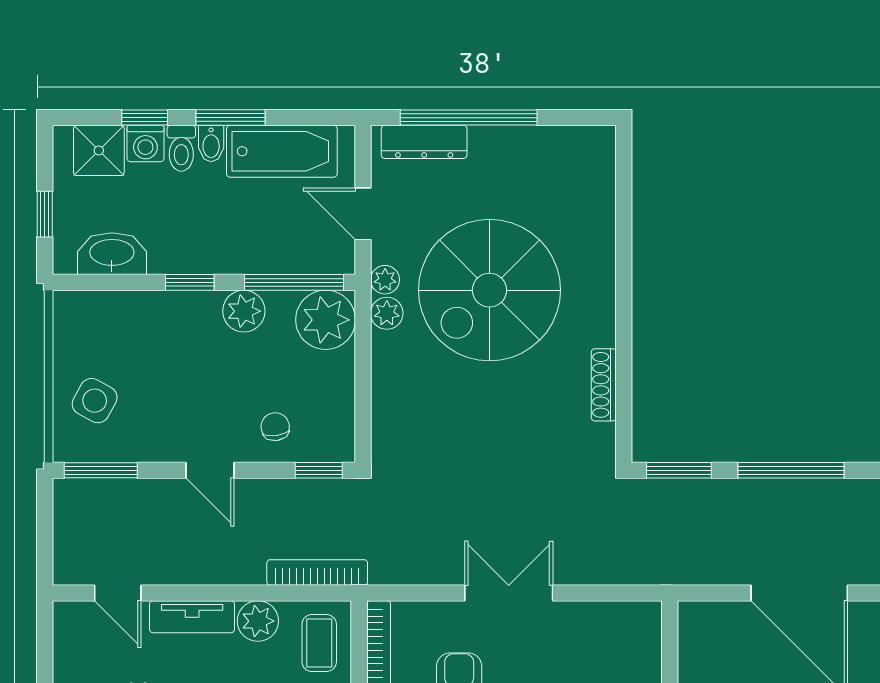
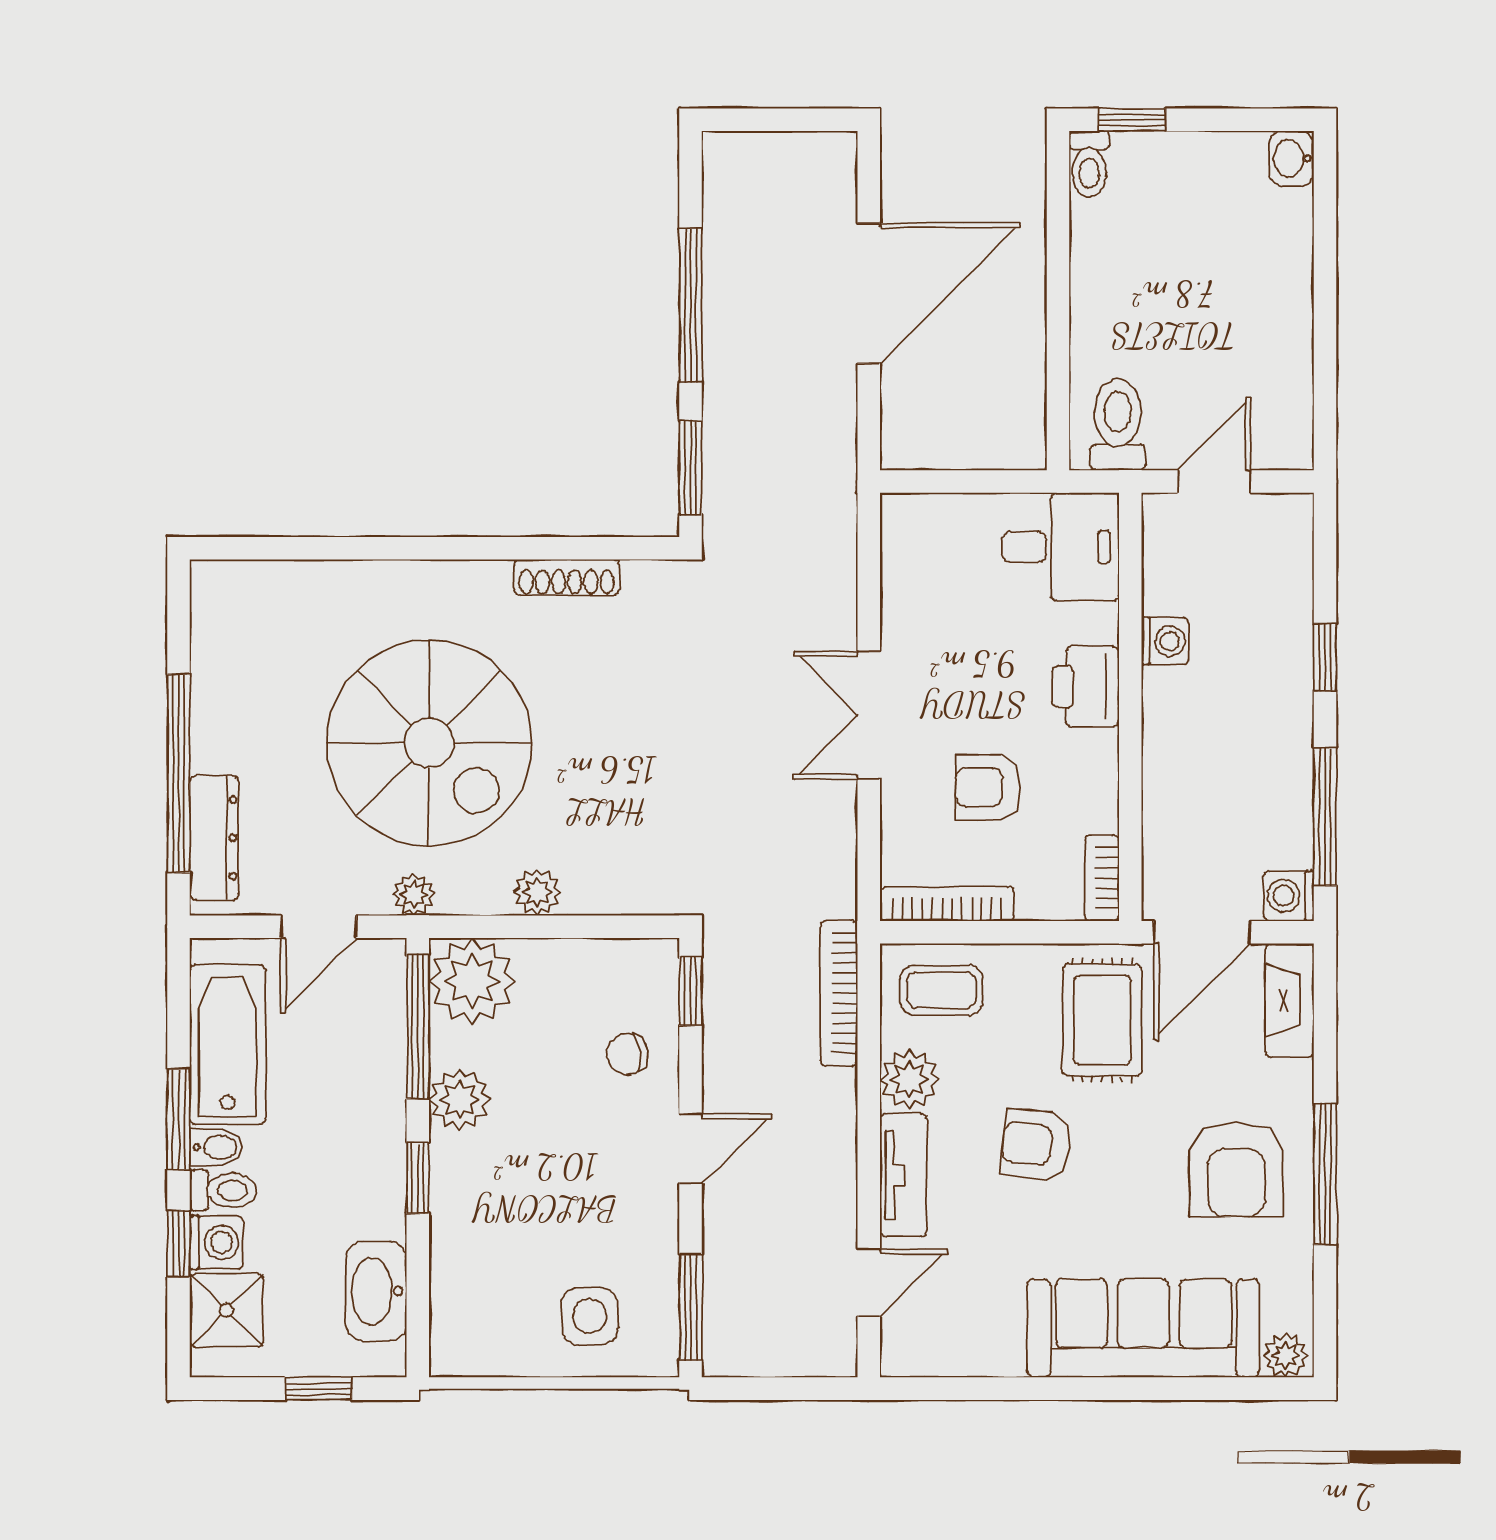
plant: (387, 313) -> (537, 892), moved
side table: (95, 401) -> (590, 1316), turned -32

